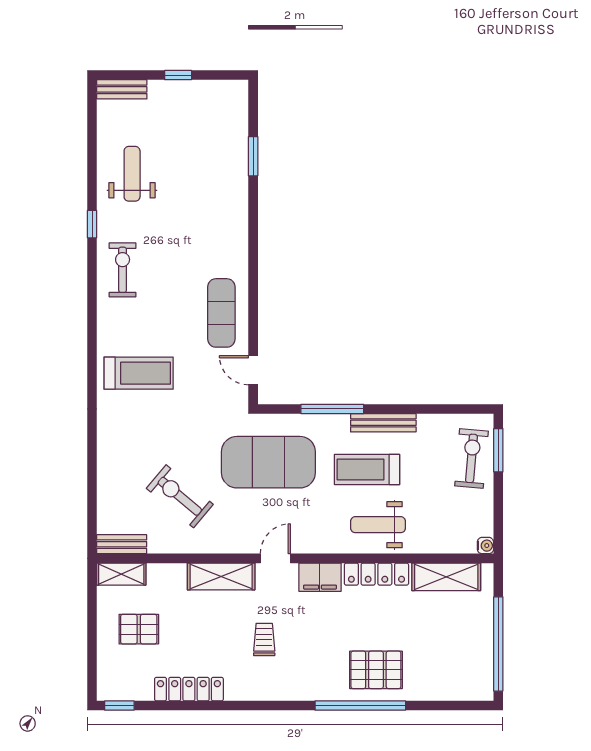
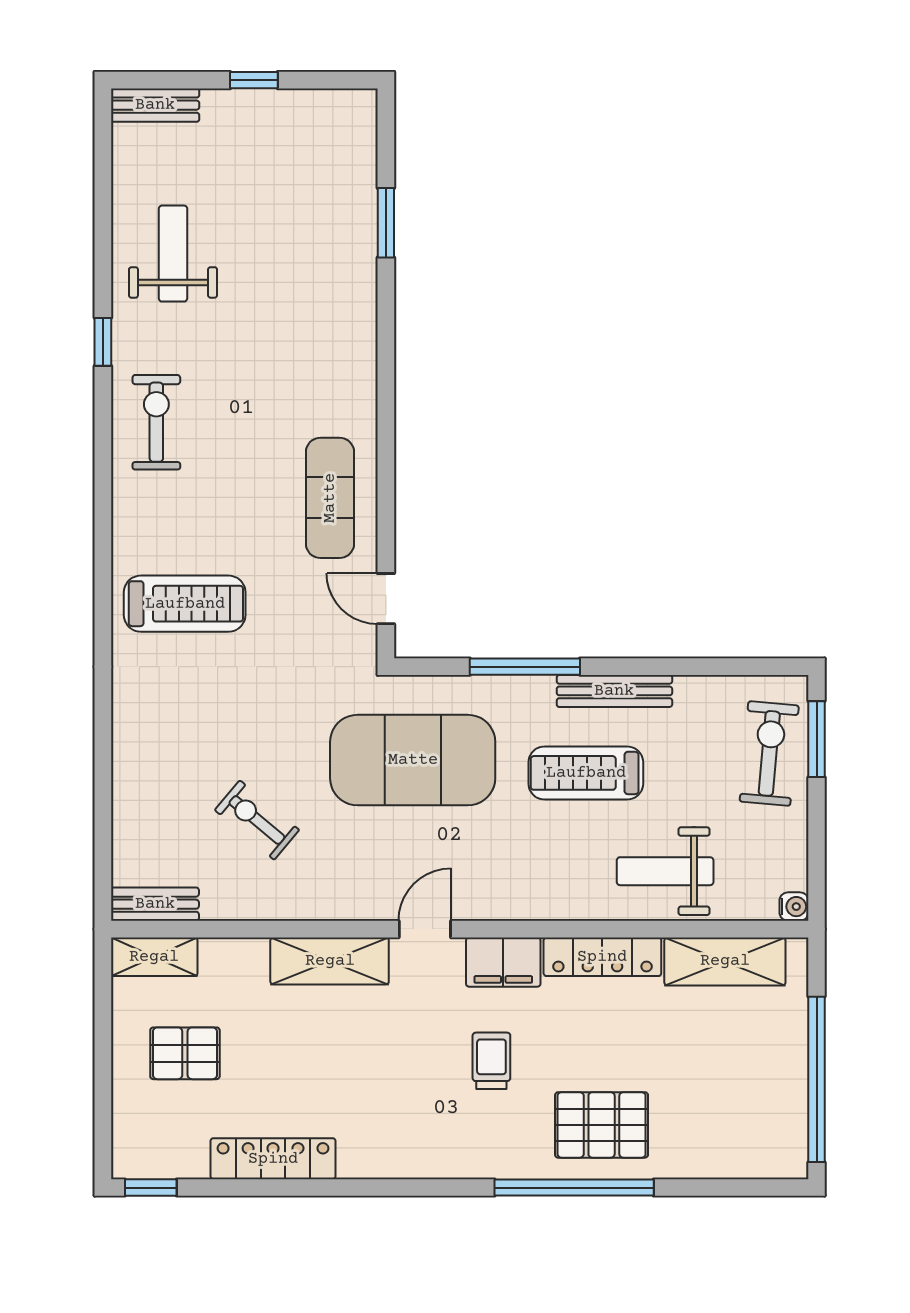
exercise bike: (180, 496) -> (257, 820), width x0.73, depth x0.72
weight bench: (378, 525) -> (665, 871), moved
trolley: (264, 639) -> (491, 1061), moved

